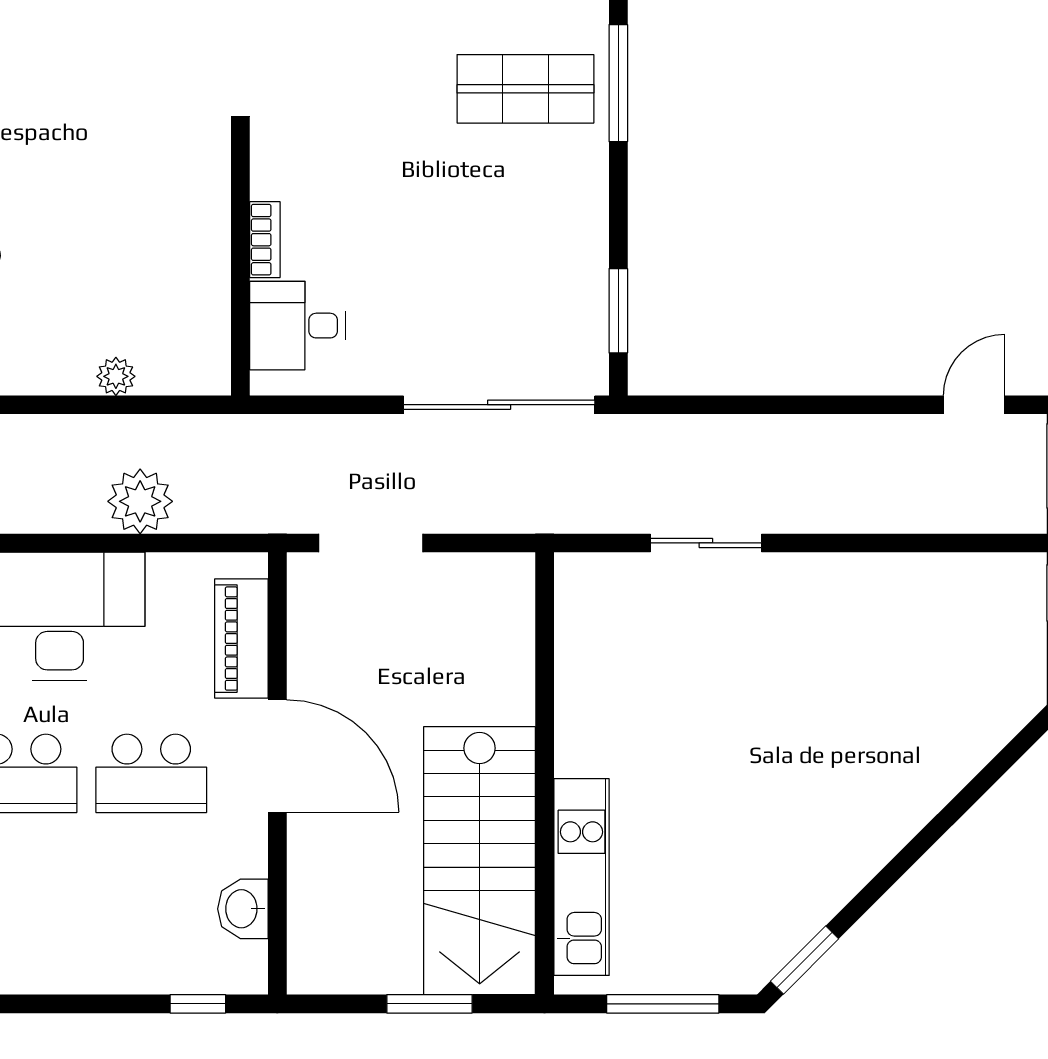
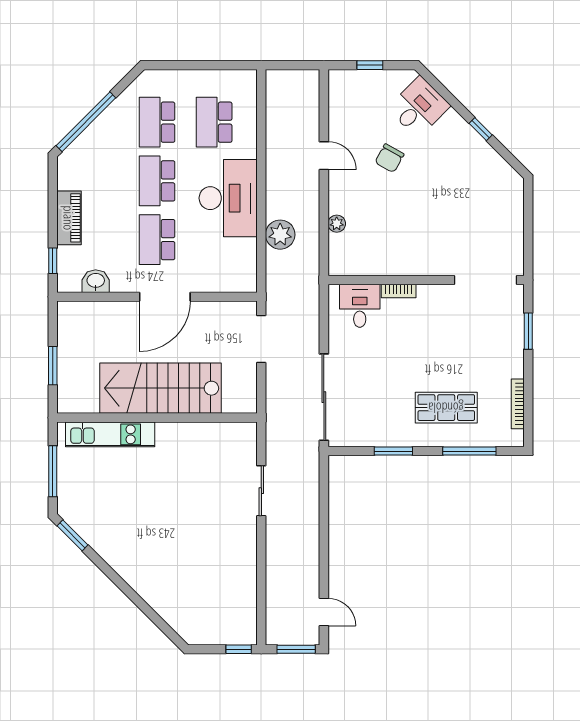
shop shelf: (525, 89) -> (446, 408), moved, turned 90
window: (618, 311) -> (393, 451), moved
piano: (241, 639) -> (69, 218), moved, turned 90
stairs: (480, 861) -> (160, 388), moved

